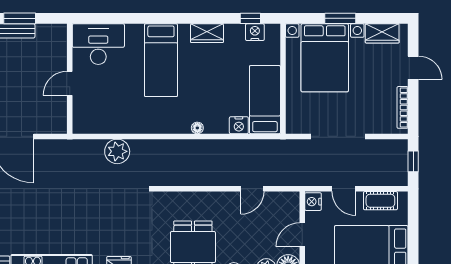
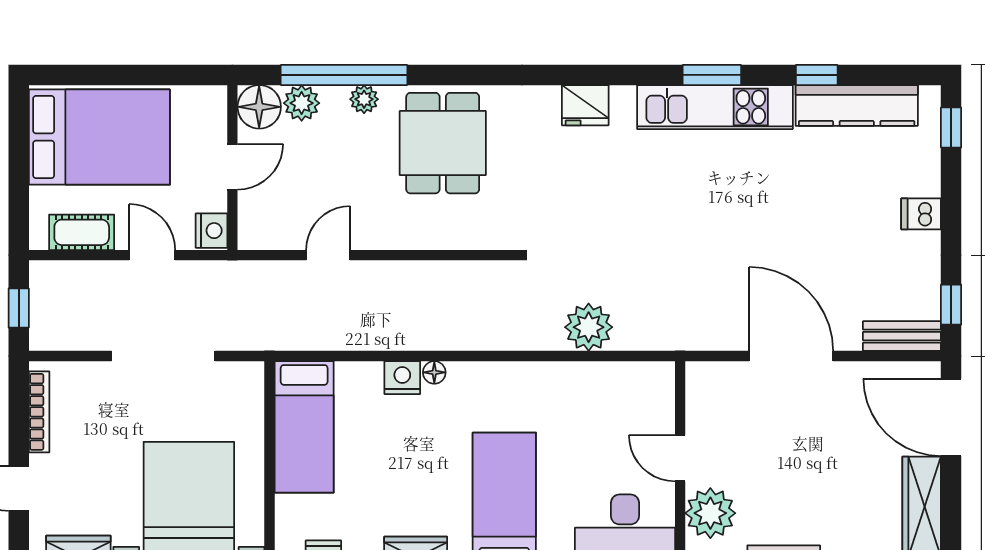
plant: (54, 55) -> (710, 513), added
door: (70, 83) -> (680, 458), swing flipped
nightstand: (239, 125) -> (402, 378), moved

